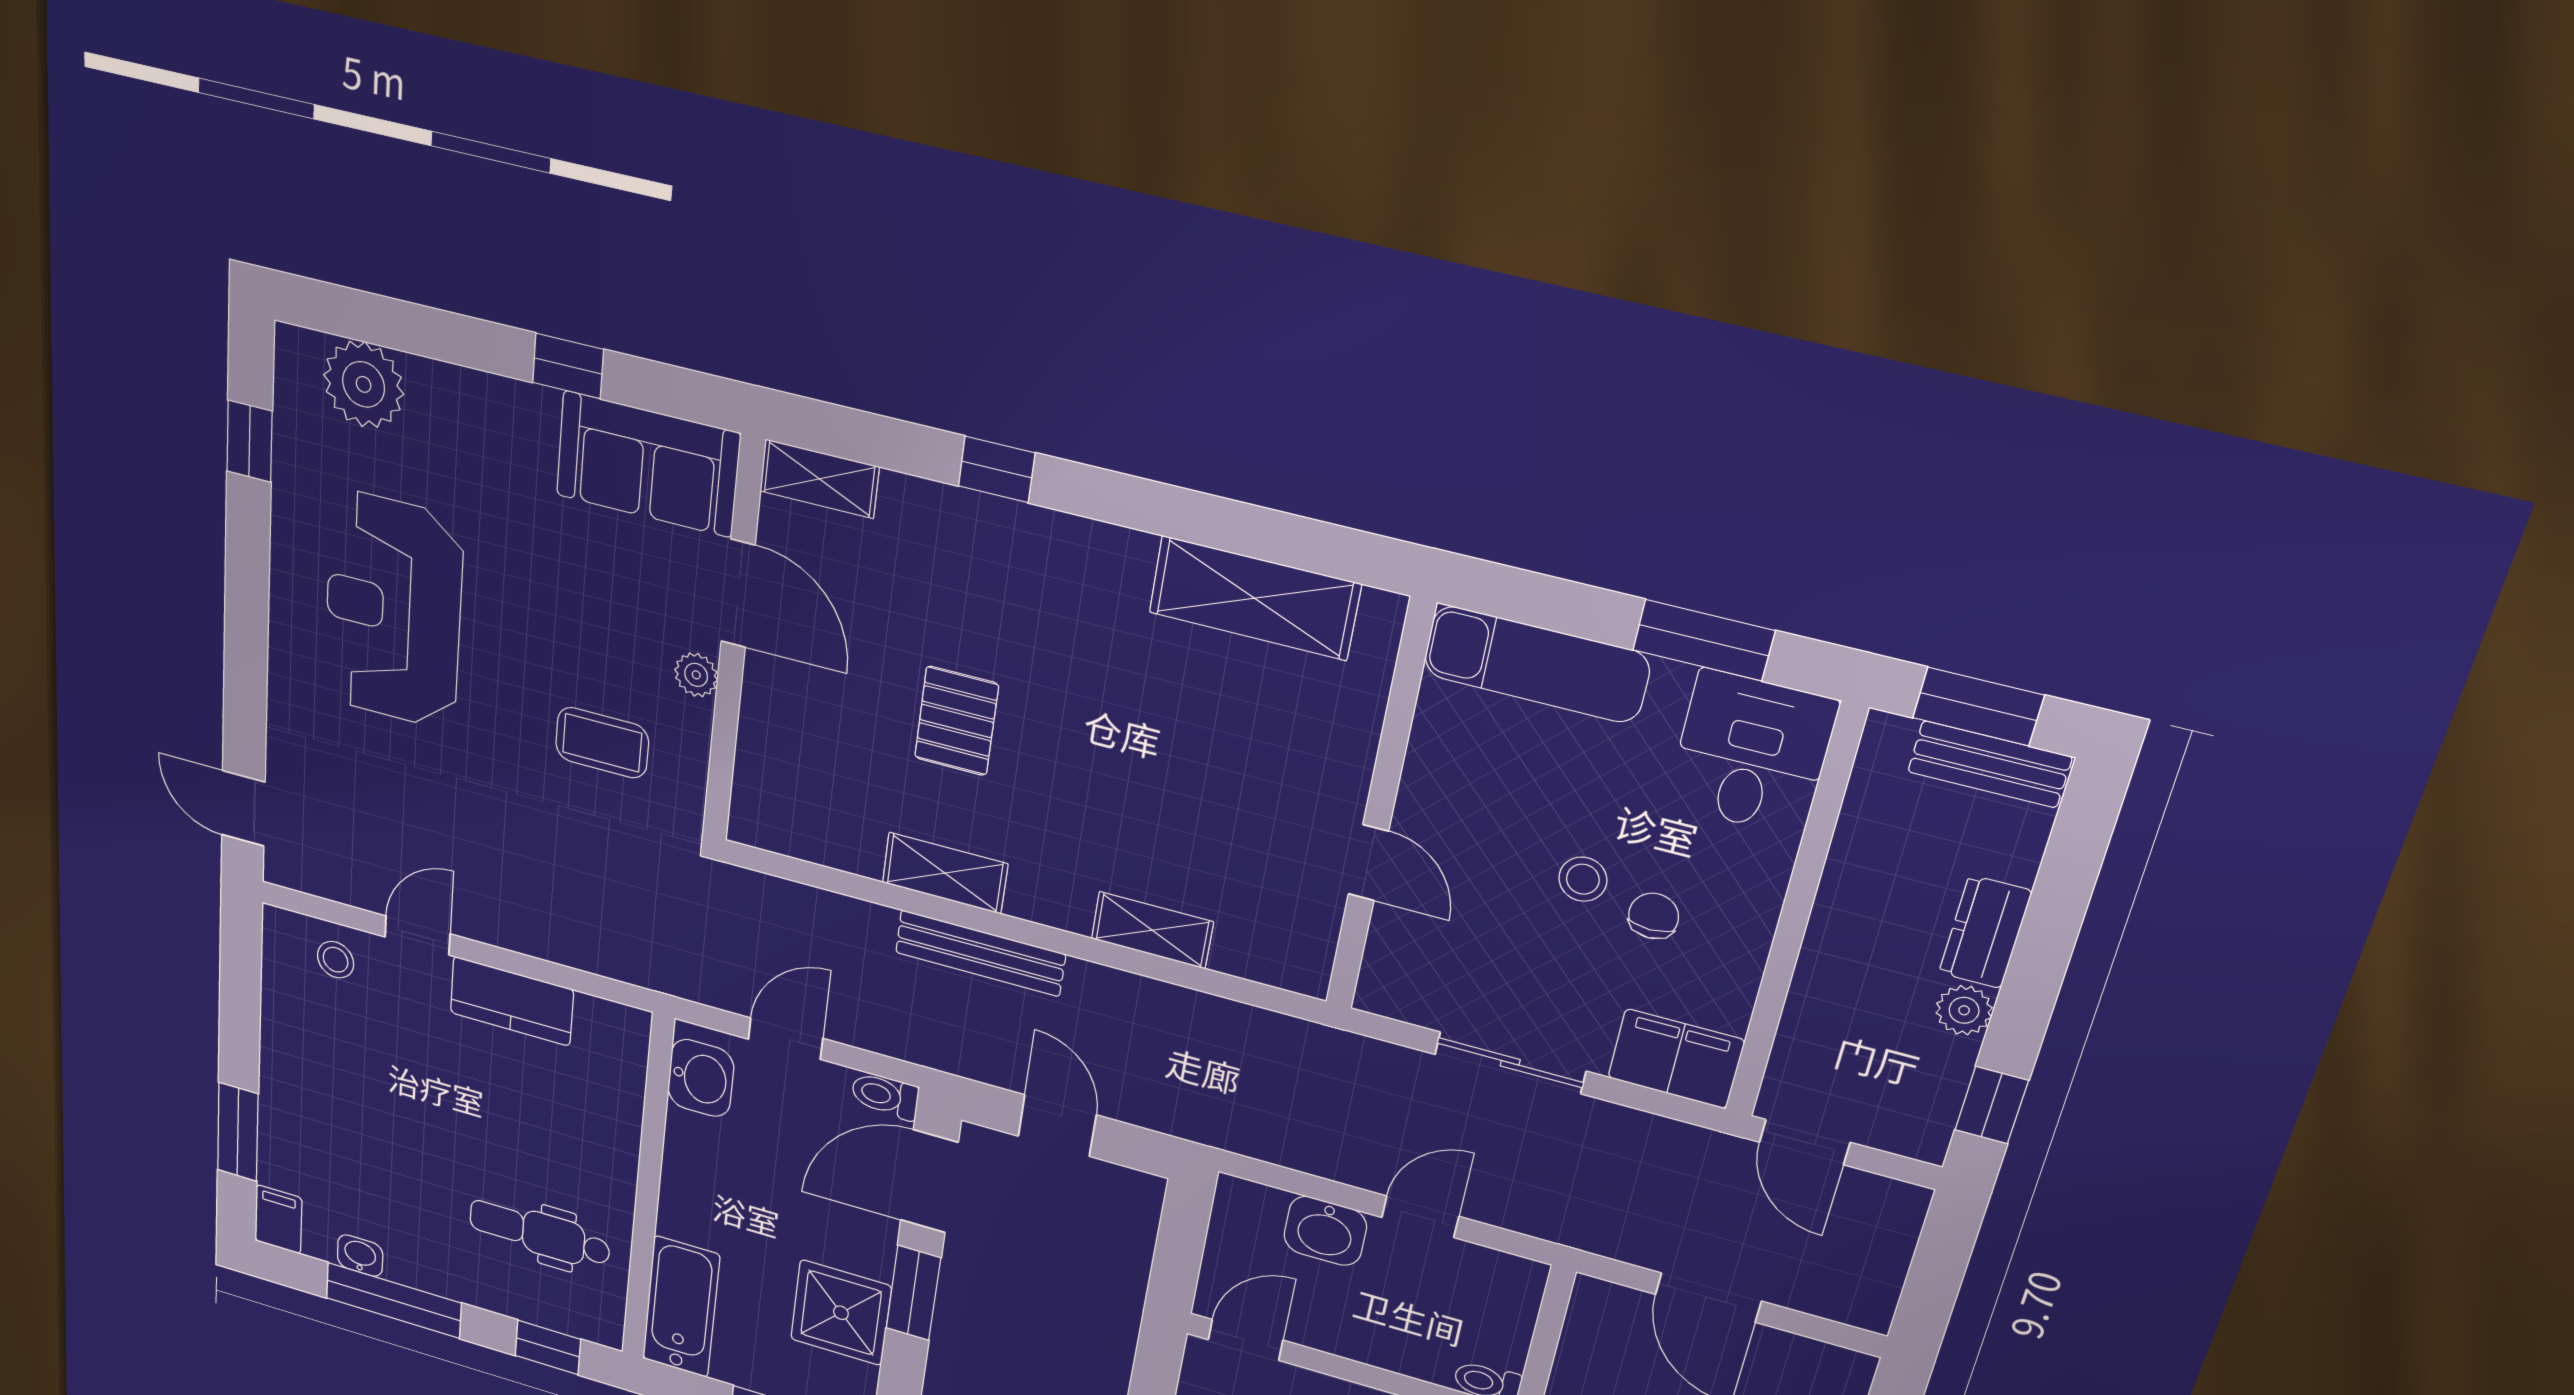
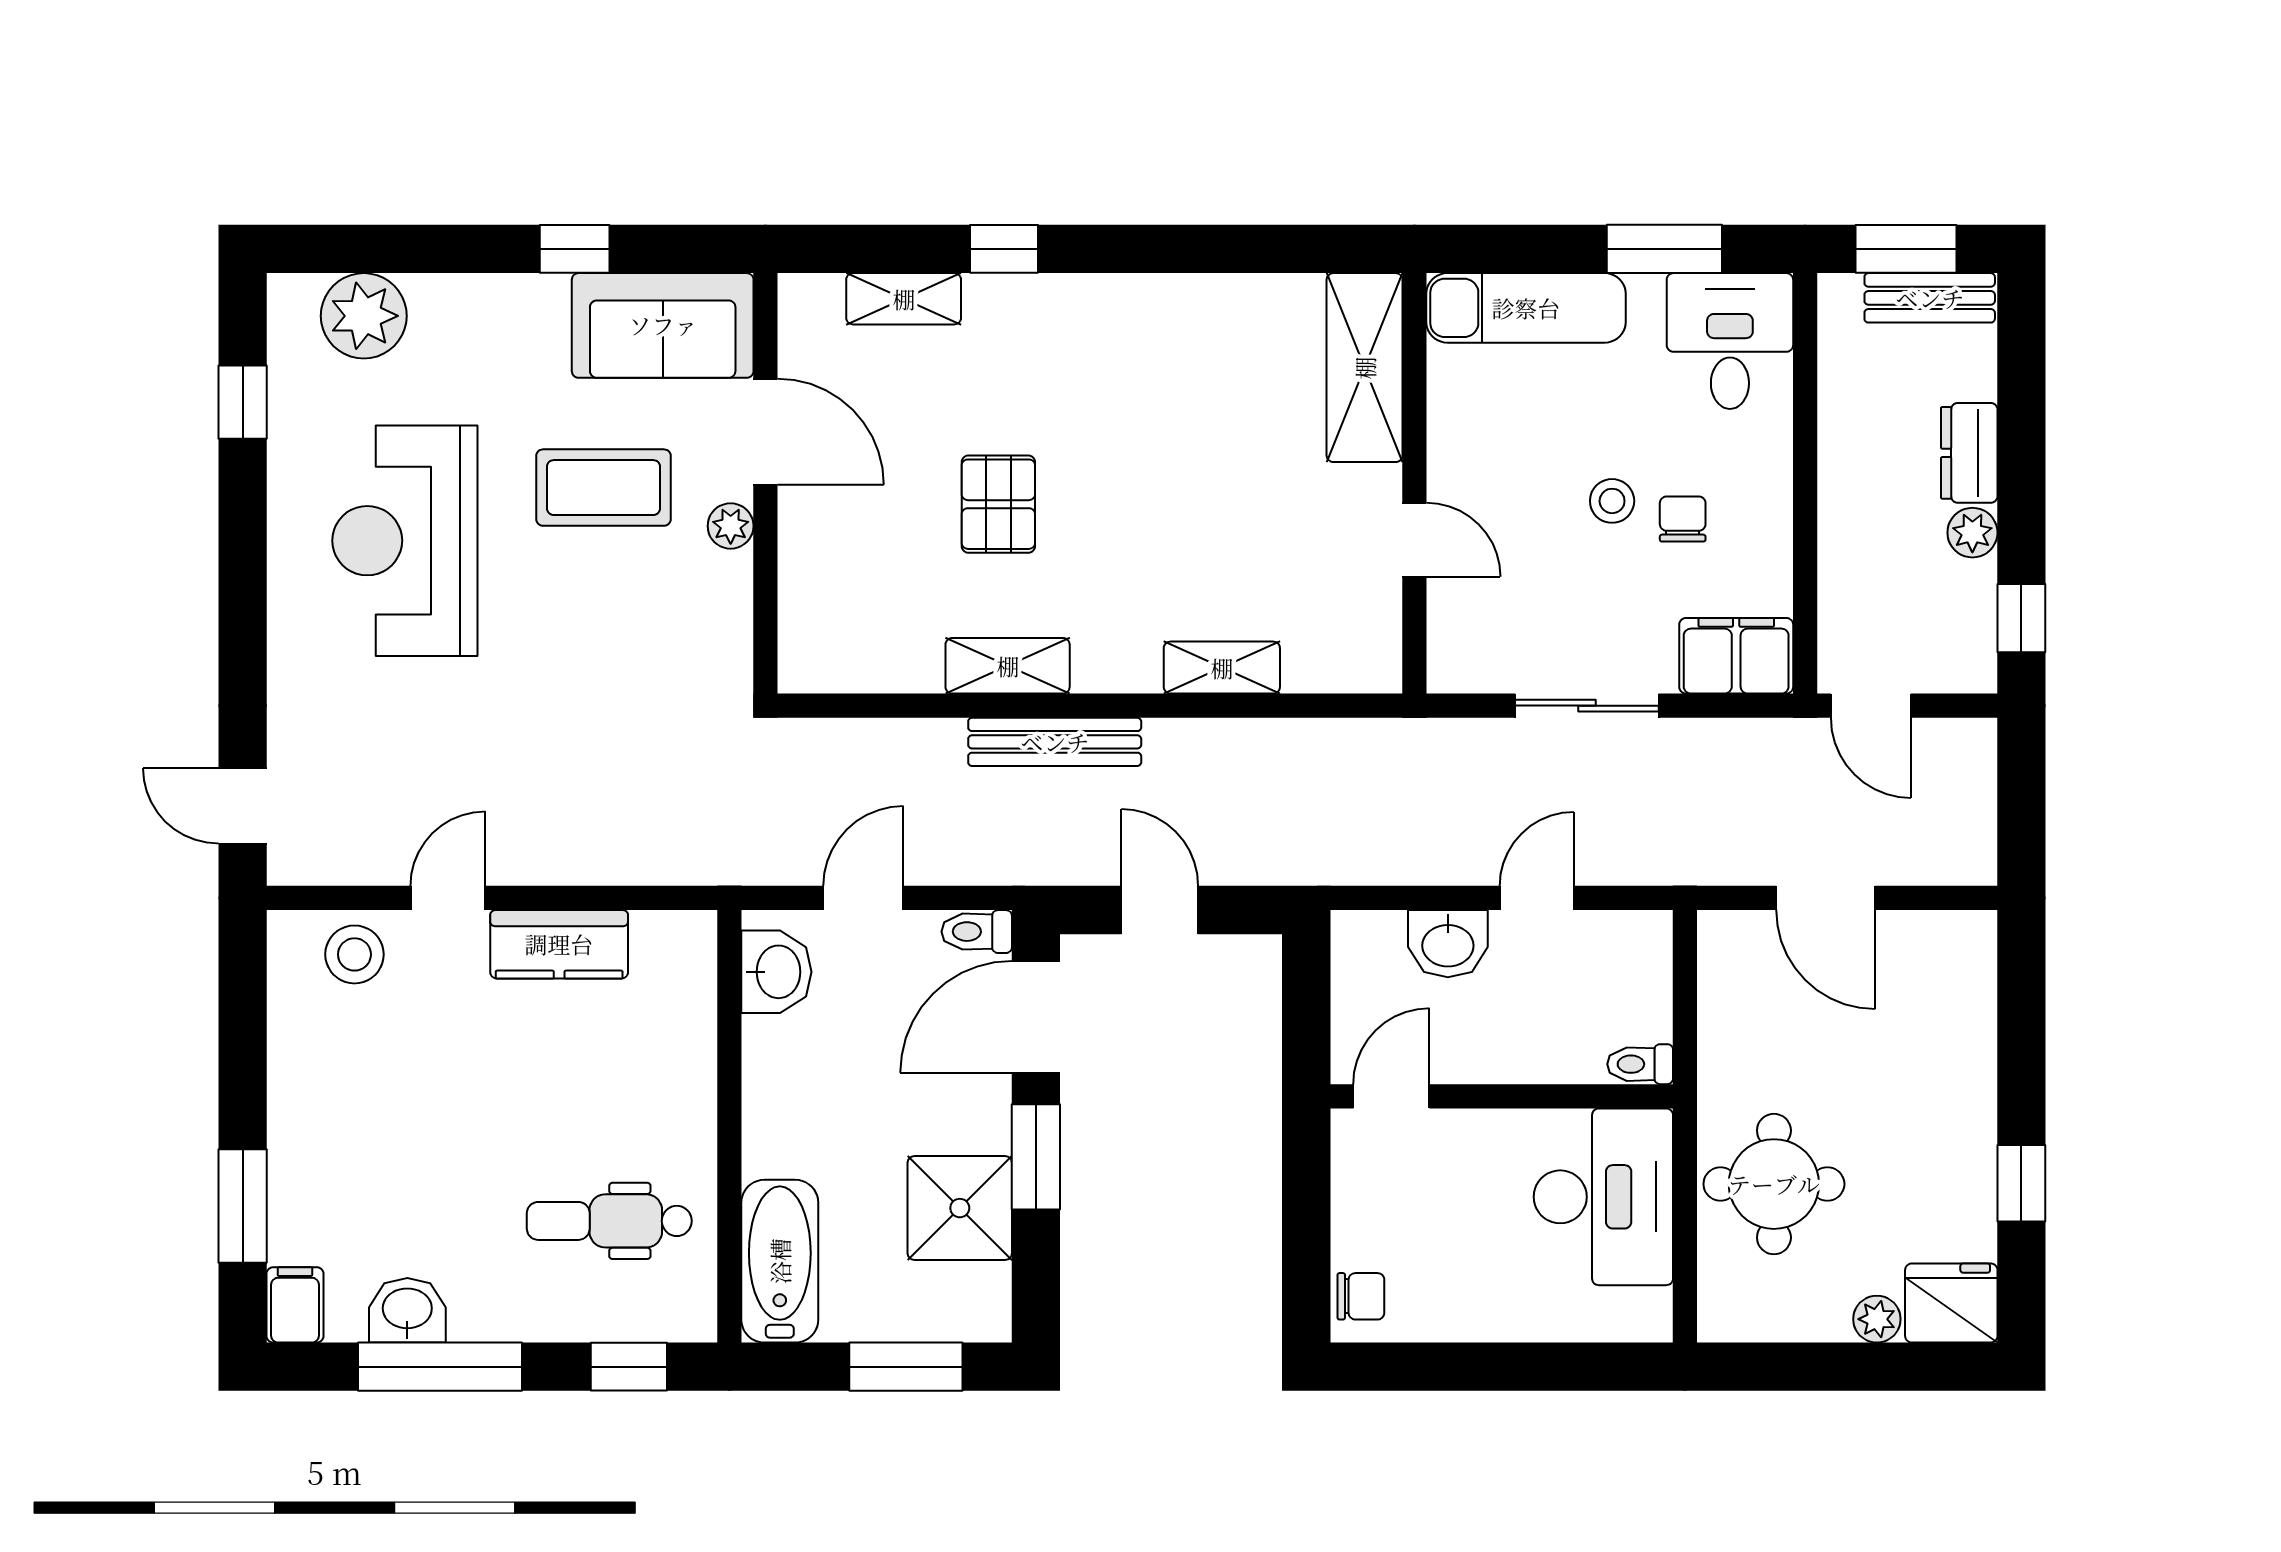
shelving: (819, 479) -> (904, 299), moved
shelving: (1254, 598) -> (1365, 368), moved, turned 90
coffee table: (602, 743) -> (604, 488), moved, width x1.36, depth x1.30
stool: (336, 960) -> (354, 954), width x1.37, depth x1.37
washbasin: (360, 1256) -> (407, 1310), width x1.38, depth x1.45

